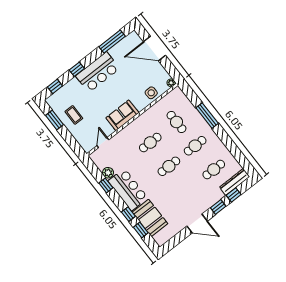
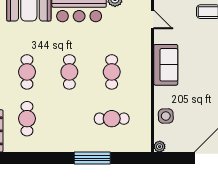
cafe table: (195, 146) -> (27, 72), moved

